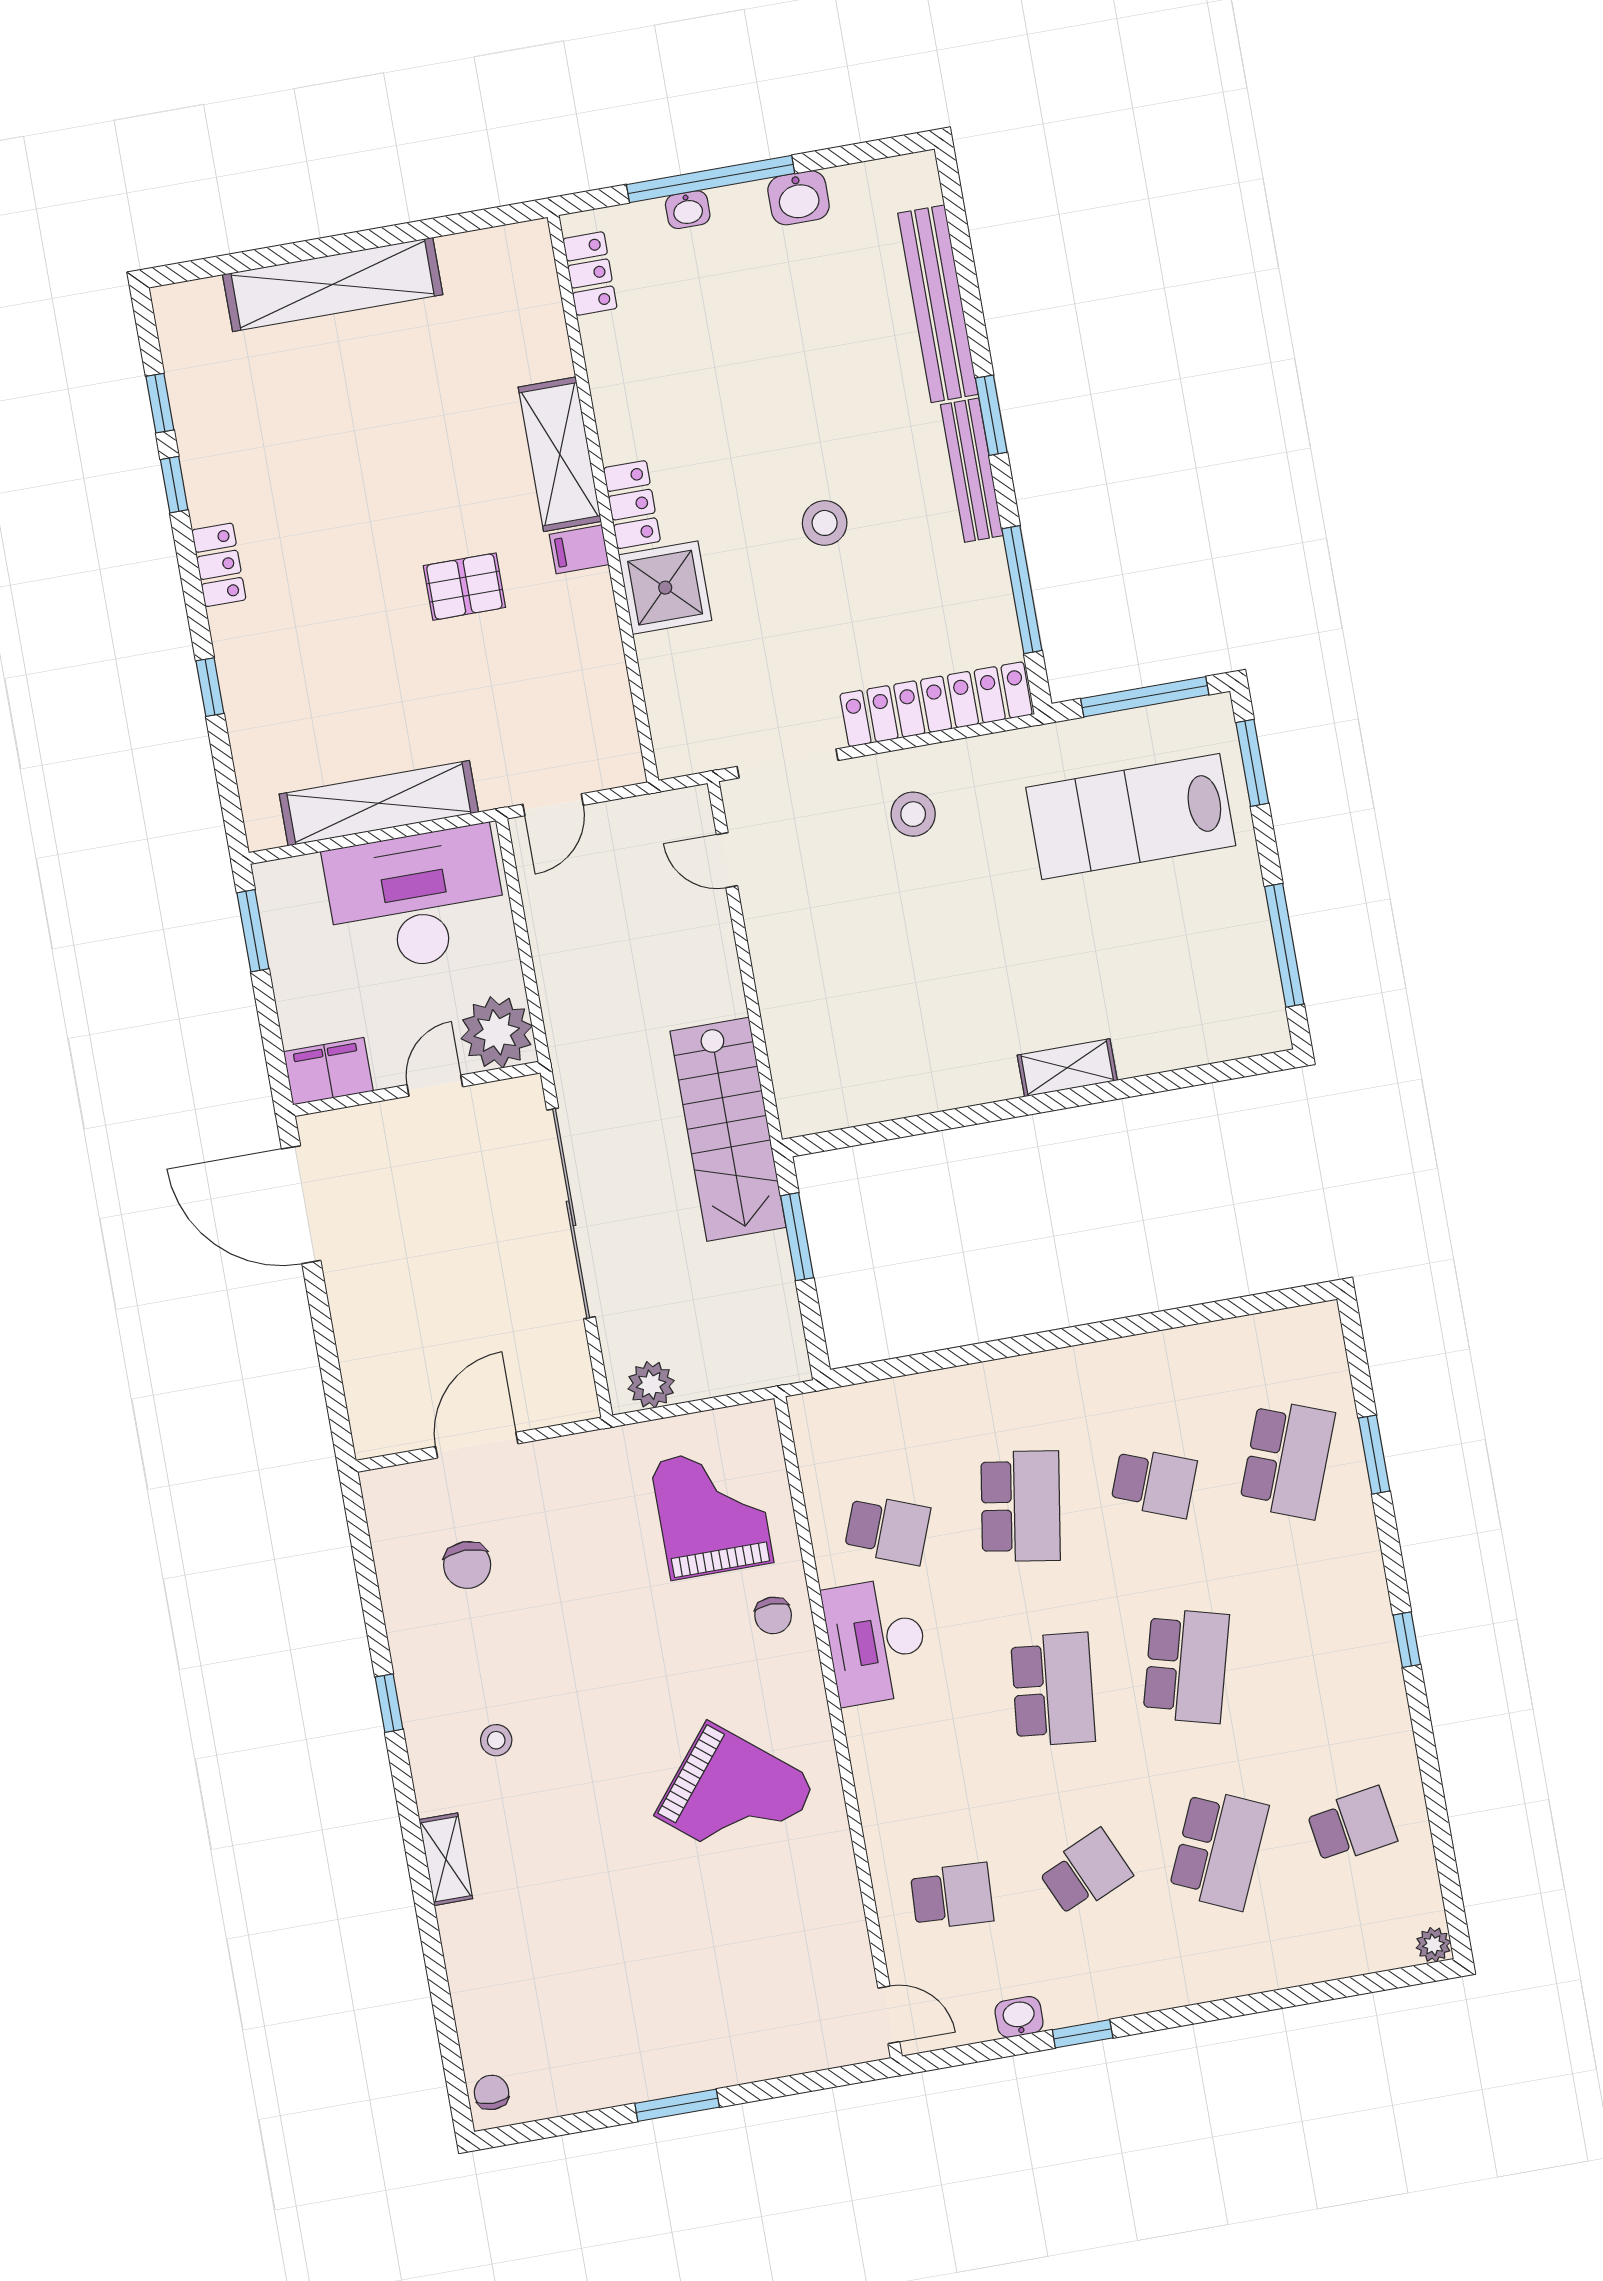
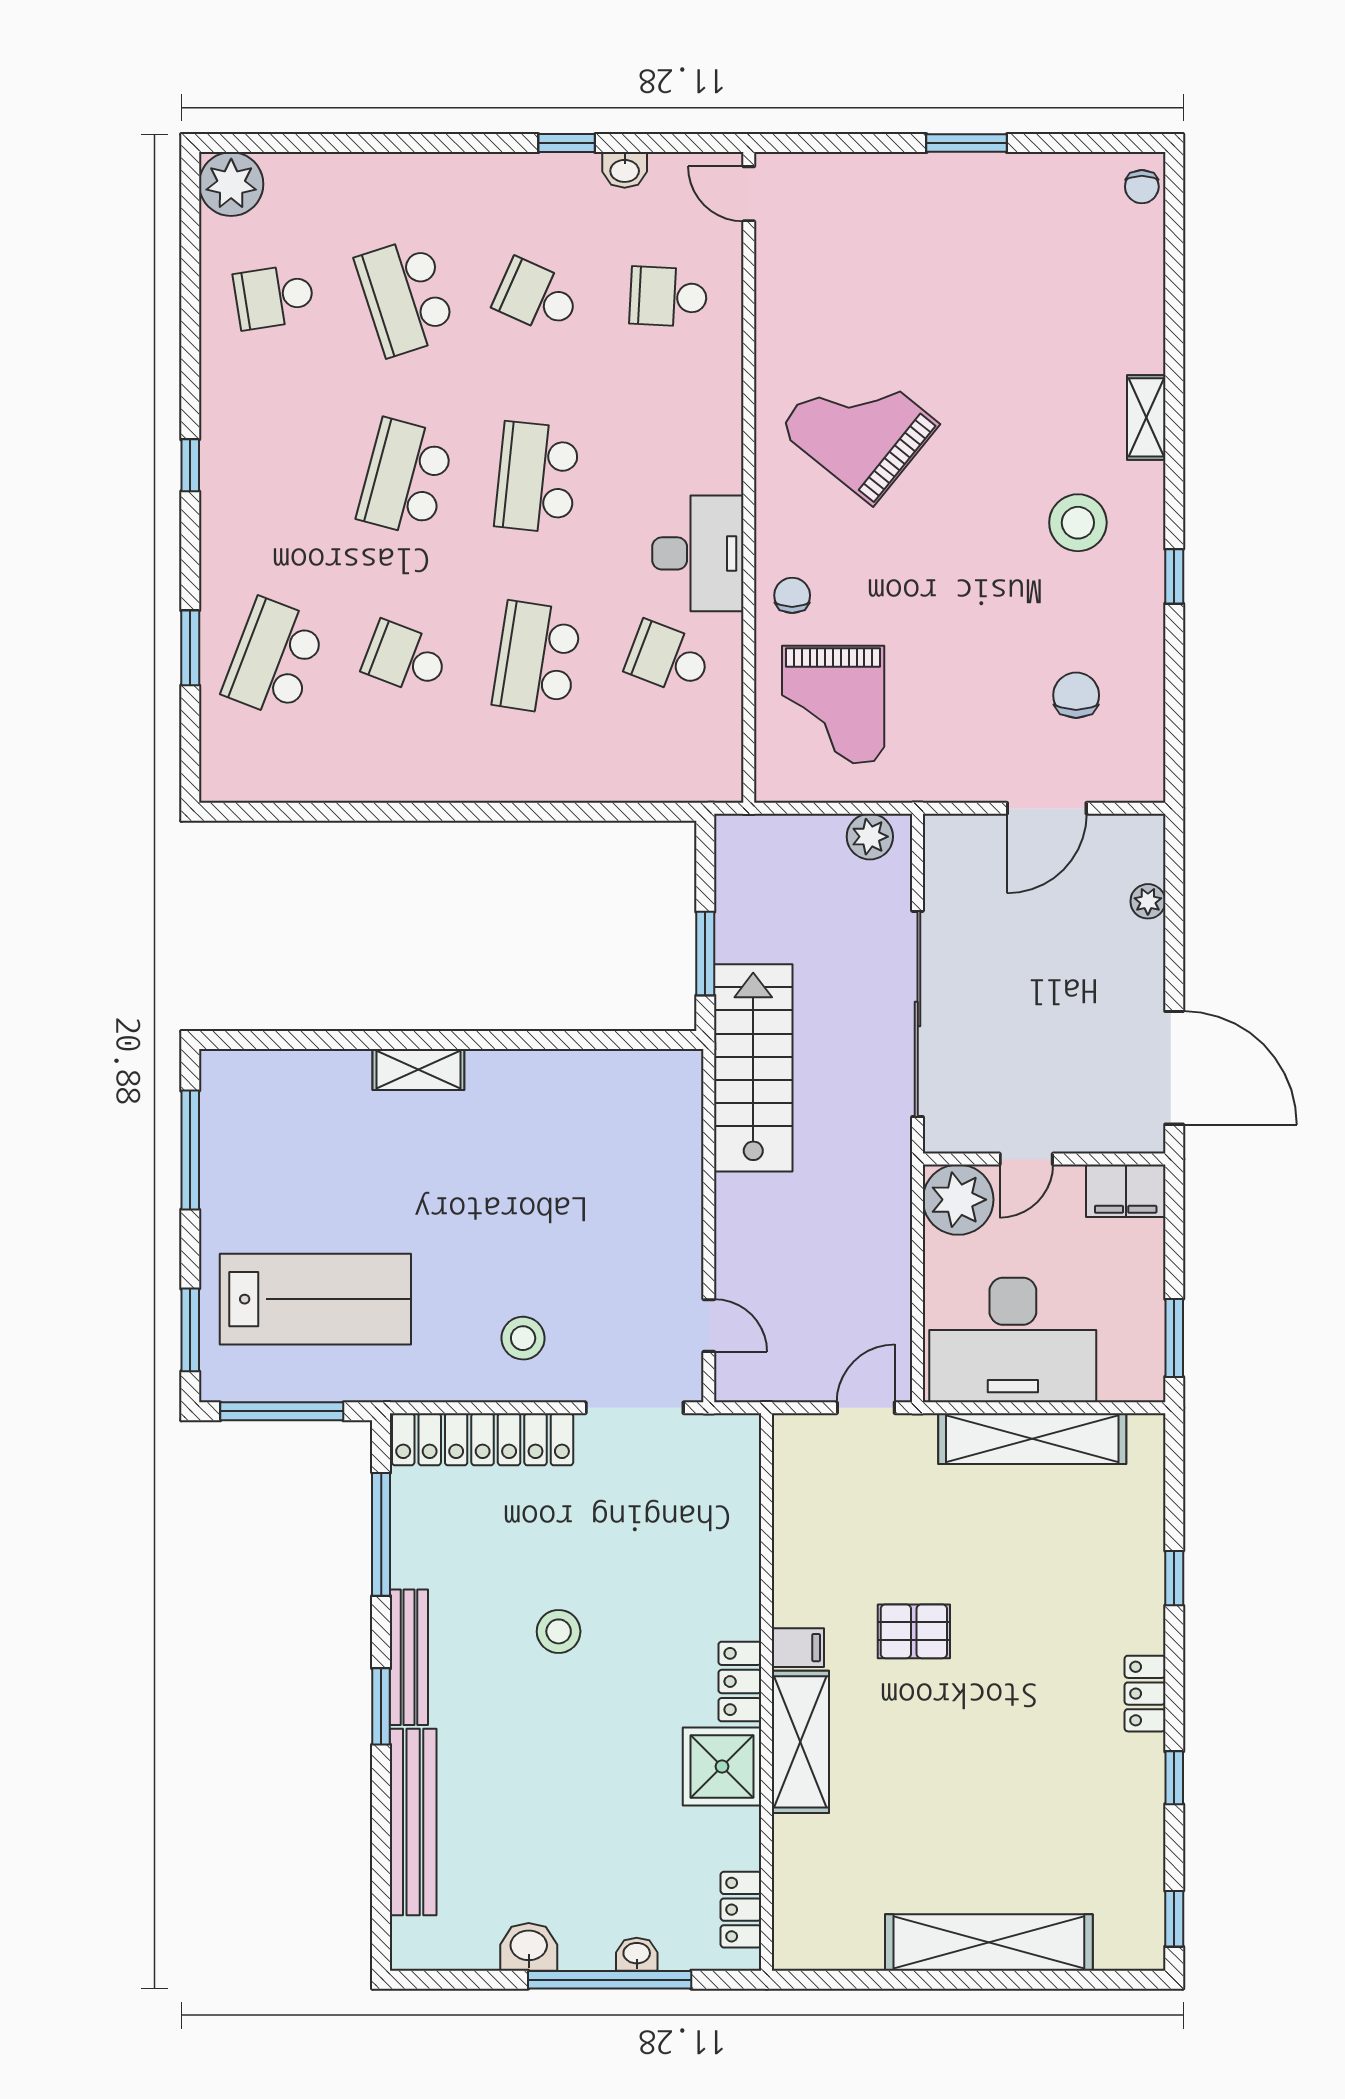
window: (160, 403) -> (1174, 1919), moved
shower: (665, 588) -> (722, 1766), moved
plant: (358, 1369) -> (1148, 901), added
stool: (496, 1740) -> (1078, 523), width x1.89, depth x1.89
school desk: (1219, 1849) -> (406, 297), turned -42
school desk: (1085, 1873) -> (537, 297), turned 48
plant: (1433, 1945) -> (231, 184), width x1.87, depth x1.87

